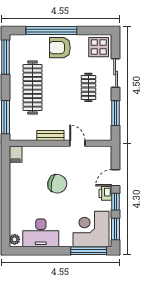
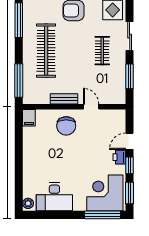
chair: (57, 184) -> (66, 126), moved, turned 77

